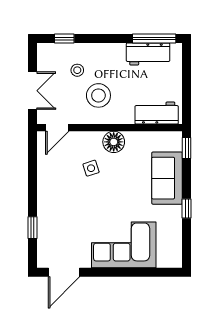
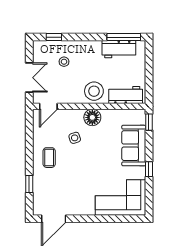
stool: (98, 95) -> (94, 91), moved
coffee table: (58, 194) -> (49, 158), added
corner sofa: (124, 245) -> (121, 197), moved

